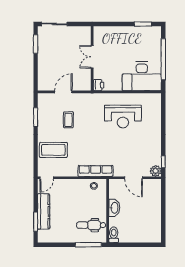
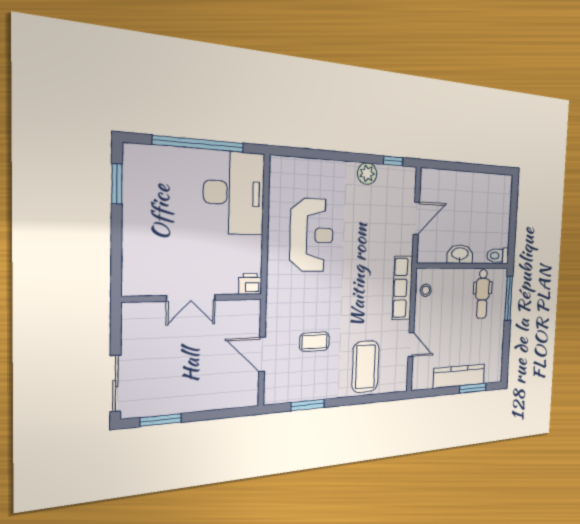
plant: (156, 171) -> (367, 174), moved
door: (47, 178) -> (411, 345), moved

